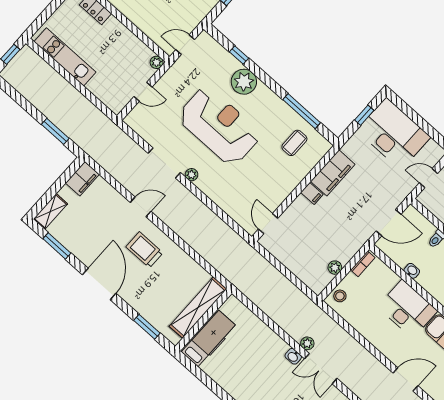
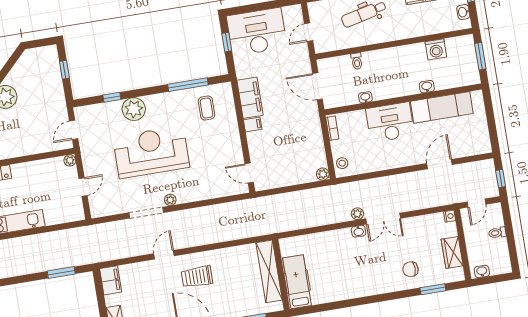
door: (389, 223) -> (318, 86), swing flipped
plant: (335, 268) -> (323, 174), moved

